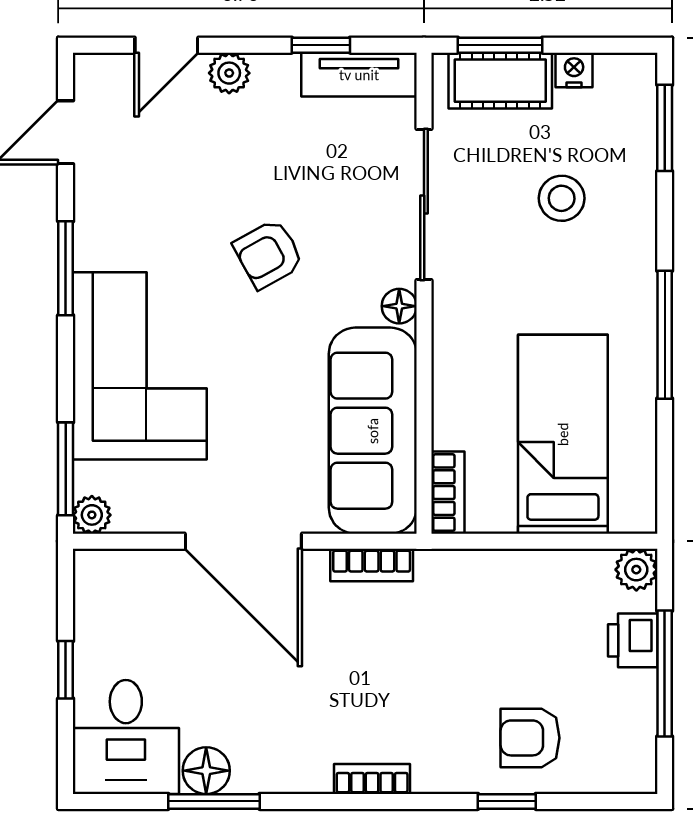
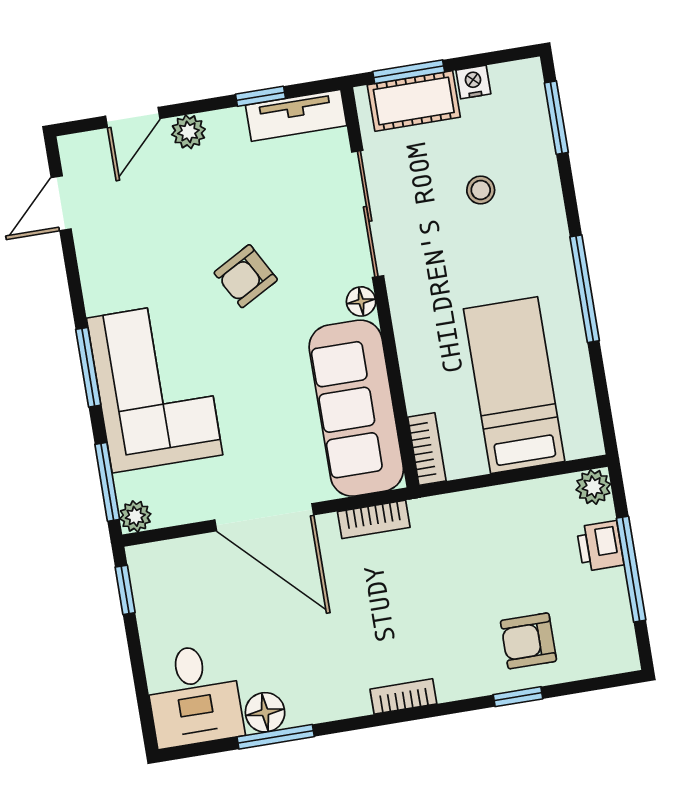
stool: (562, 198) -> (481, 190), width x0.73, depth x0.73
window: (66, 268) -> (88, 367), moved
window: (66, 670) -> (125, 590), moved

